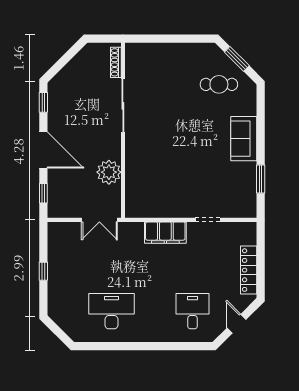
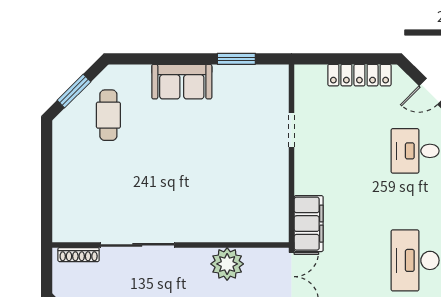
filing cabinet: (165, 233) -> (309, 224), moved

